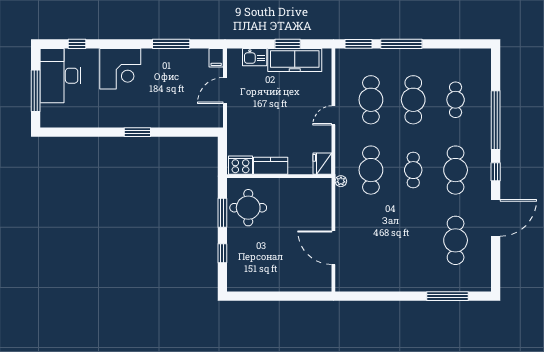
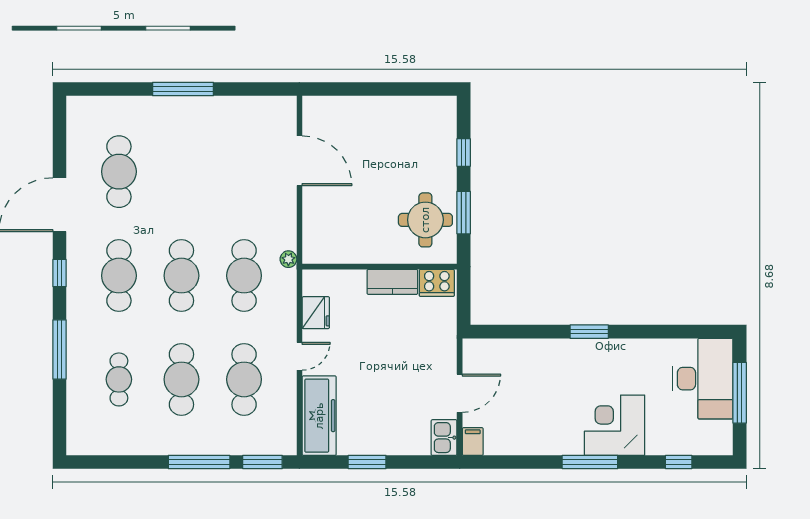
window: (171, 44) -> (590, 462), moved
kitchen sink: (255, 57) -> (444, 438), moved, turned -90
freezer: (295, 60) -> (319, 416), moved, turned 90
desk: (61, 76) -> (703, 379), moved
window: (496, 120) -> (60, 349), width x0.68
fridge: (322, 164) -> (316, 313), moved
cafe table: (413, 170) -> (181, 276), width x1.37, depth x1.35
window: (448, 296) -> (183, 89), moved

